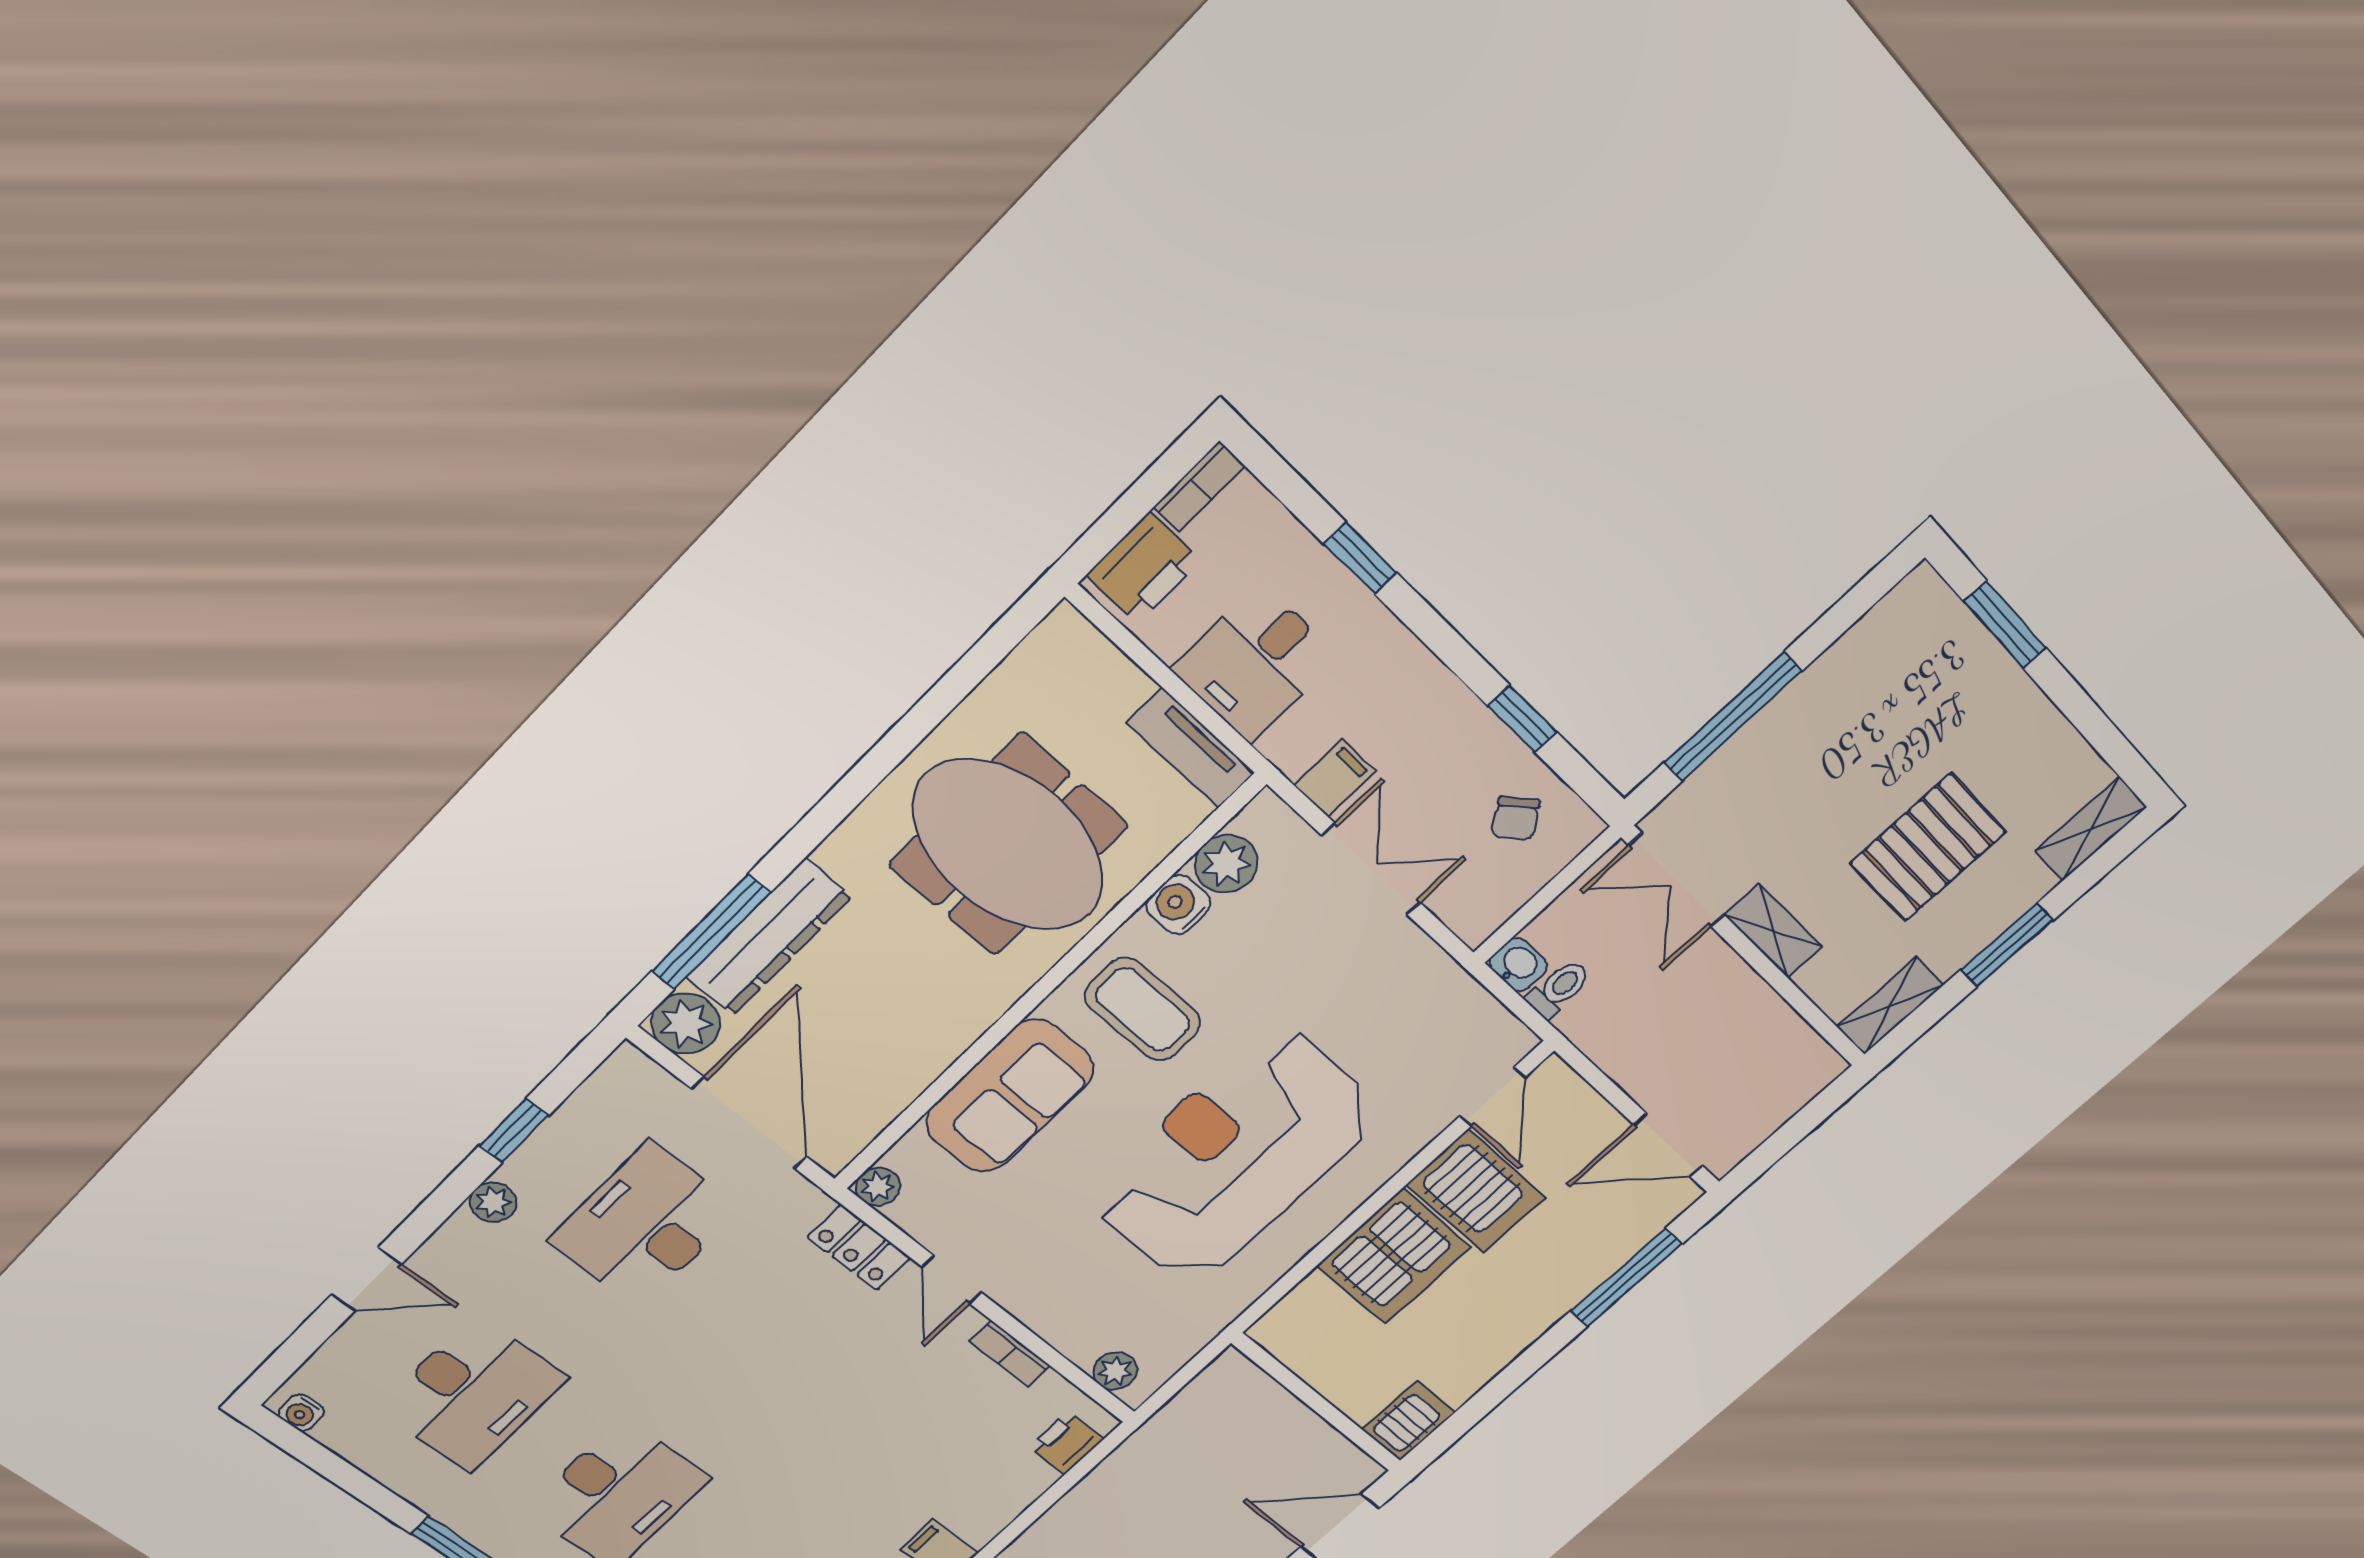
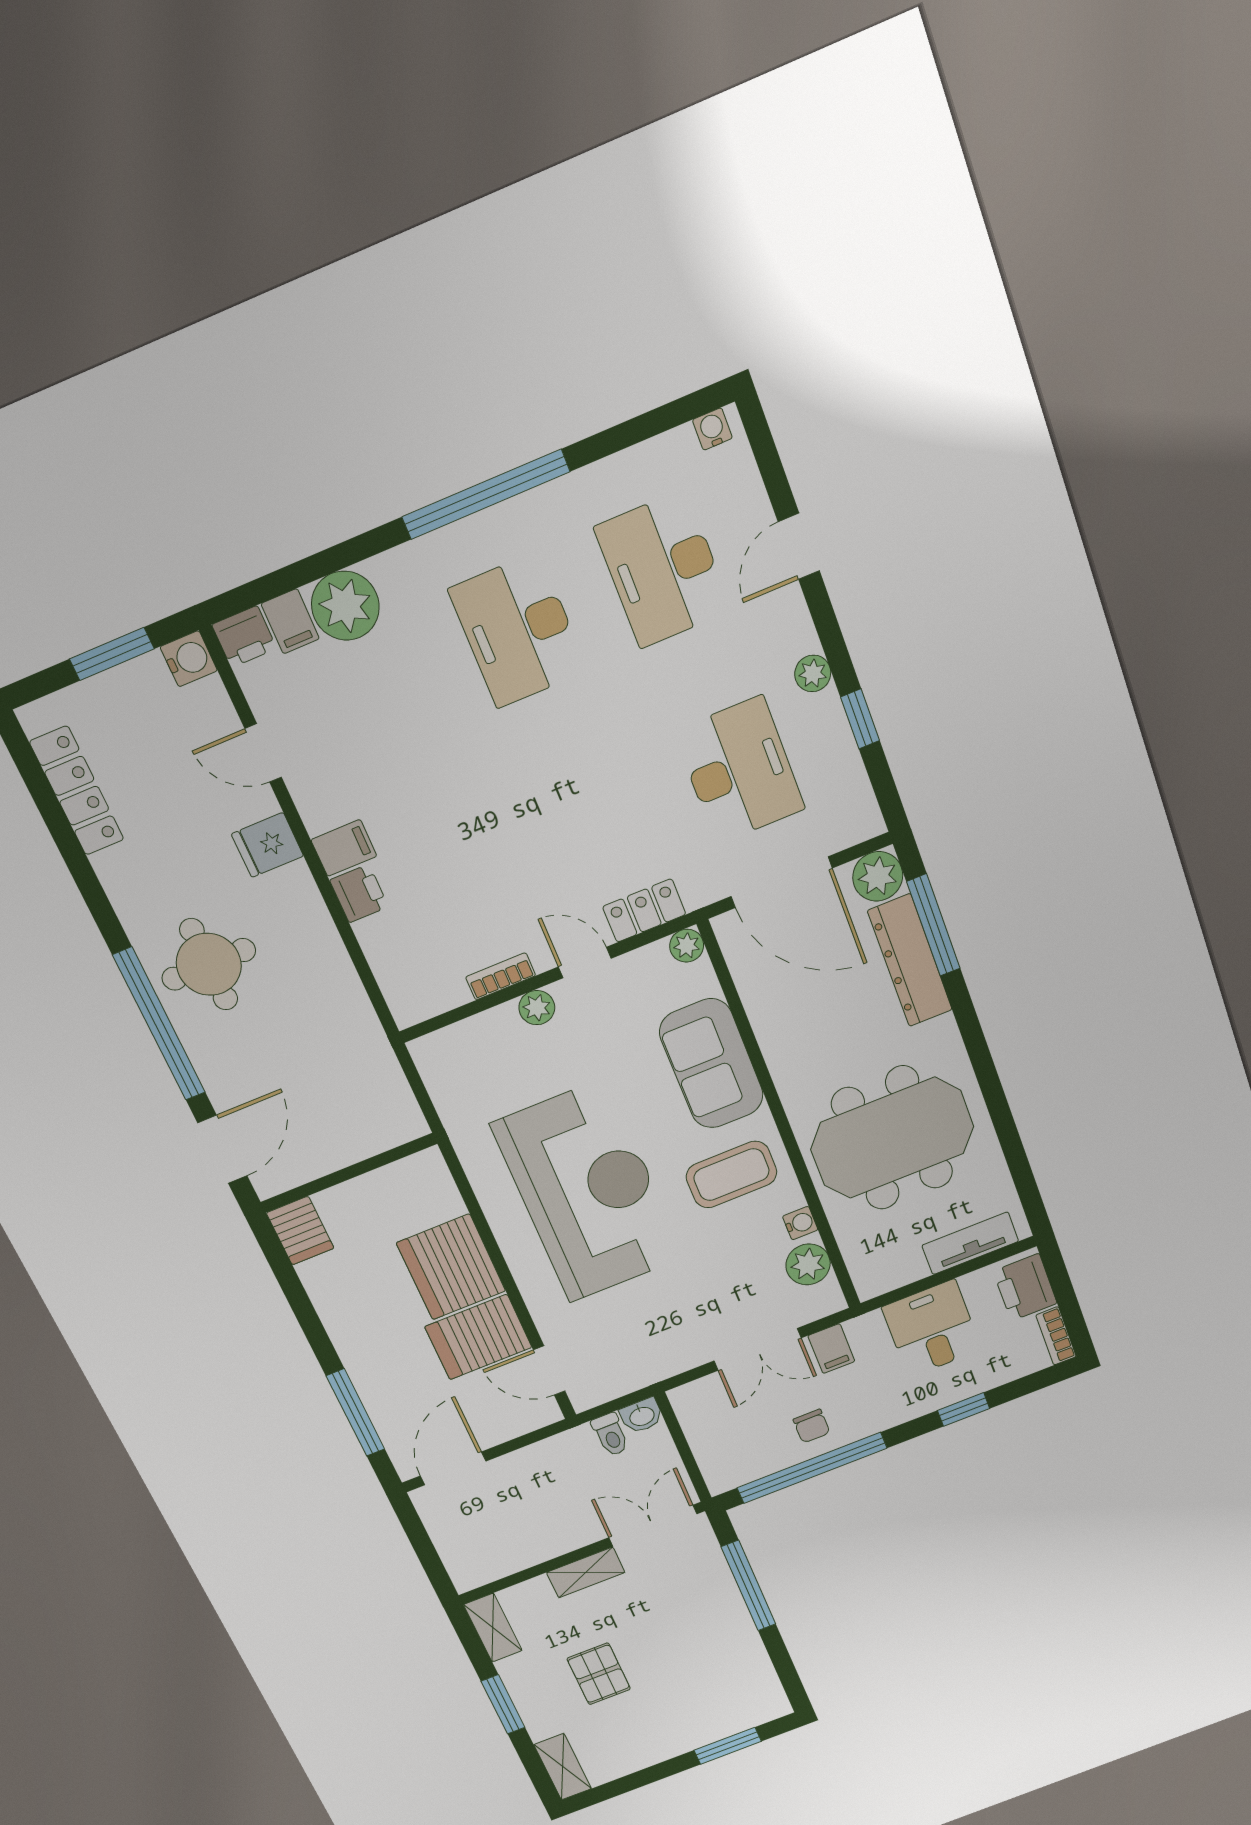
window: (1522, 719) -> (812, 1468), width x3.17
tv unit: (1191, 748) -> (970, 1243), moved
chair: (1516, 818) -> (812, 1426), moved, turned -143
pallet: (1928, 848) -> (599, 1674), width x0.67, depth x0.71
water cooler: (1178, 905) -> (800, 1223), width x0.72, depth x0.72
plant: (1115, 1371) -> (537, 1008), moved
printer: (1066, 1443) -> (359, 893), moved

